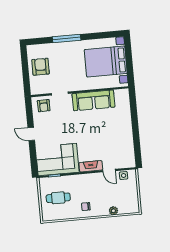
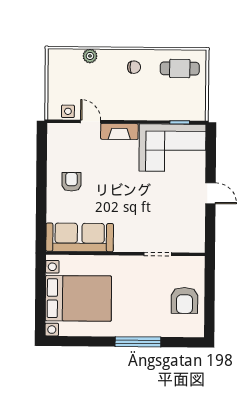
sofa: (93, 100) -> (80, 237), moved
armchair: (44, 106) -> (72, 182), moved
cafe table: (58, 198) -> (180, 68), moved

